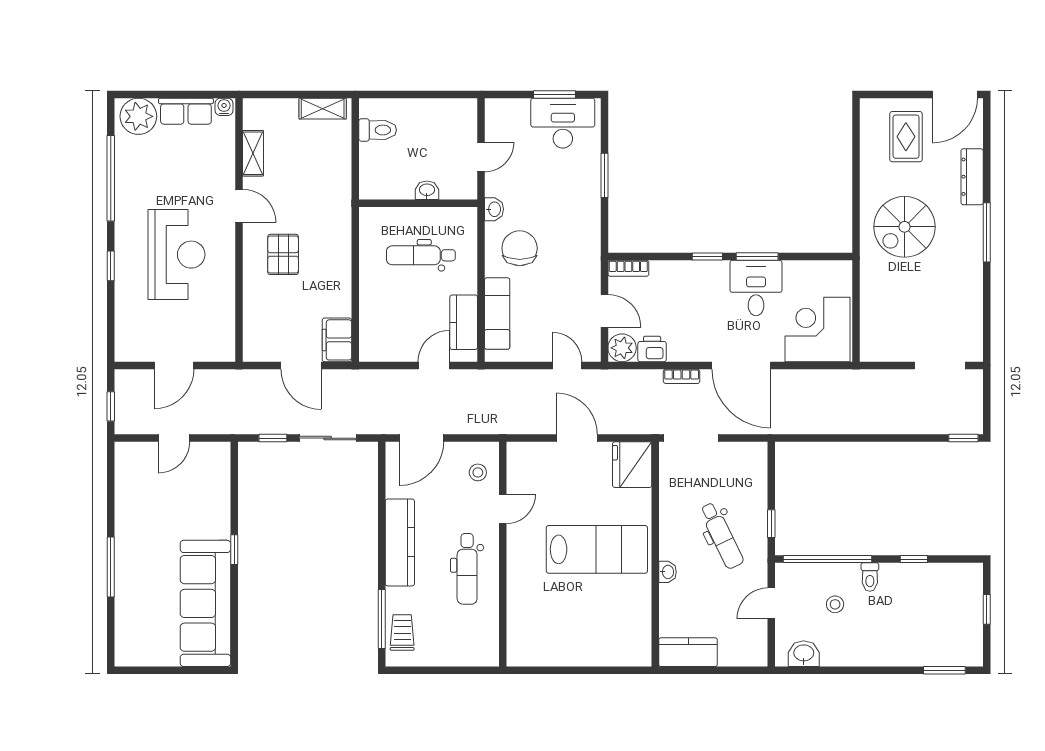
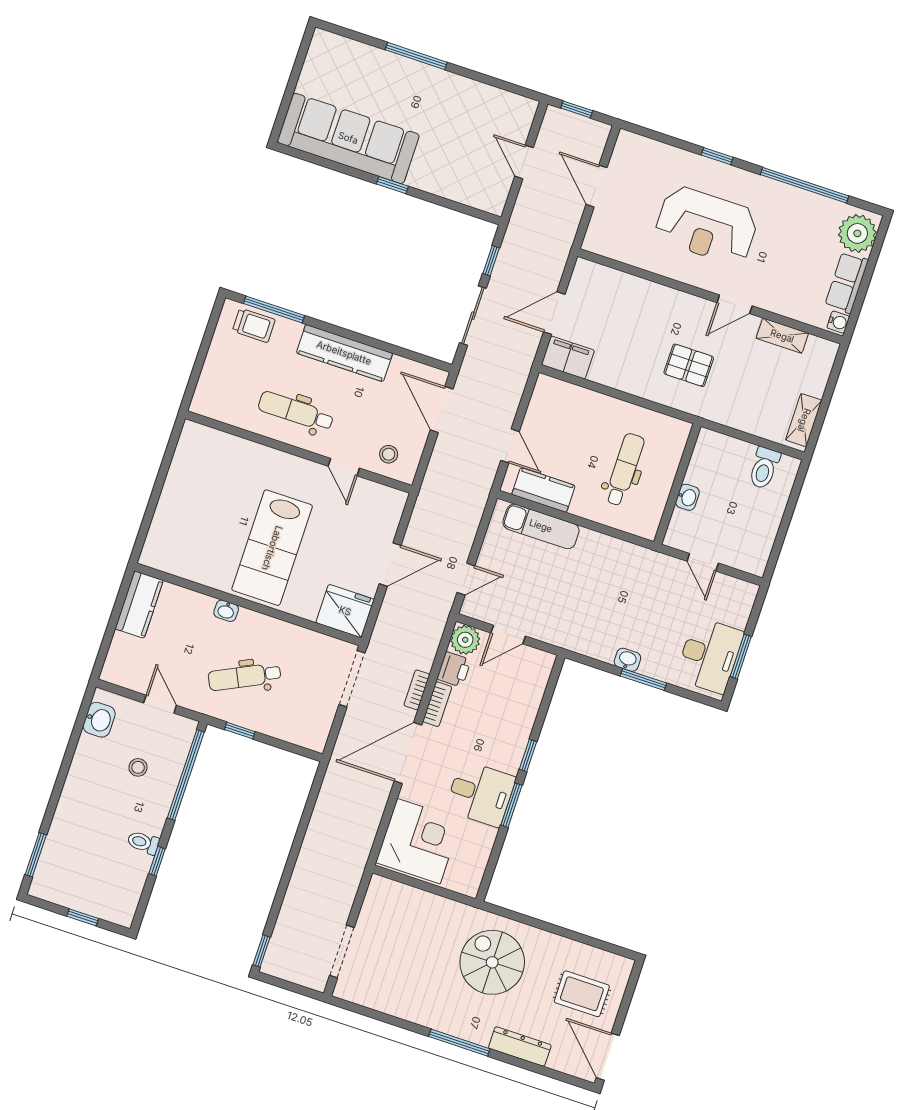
washbasin: (494, 209) -> (627, 660), moved, turned 180
chair: (520, 248) -> (599, 571), removed
pallet: (283, 254) -> (689, 365), moved
bookcase: (628, 268) -> (437, 704), moved, turned 180
toilet: (870, 577) -> (143, 843), moved

